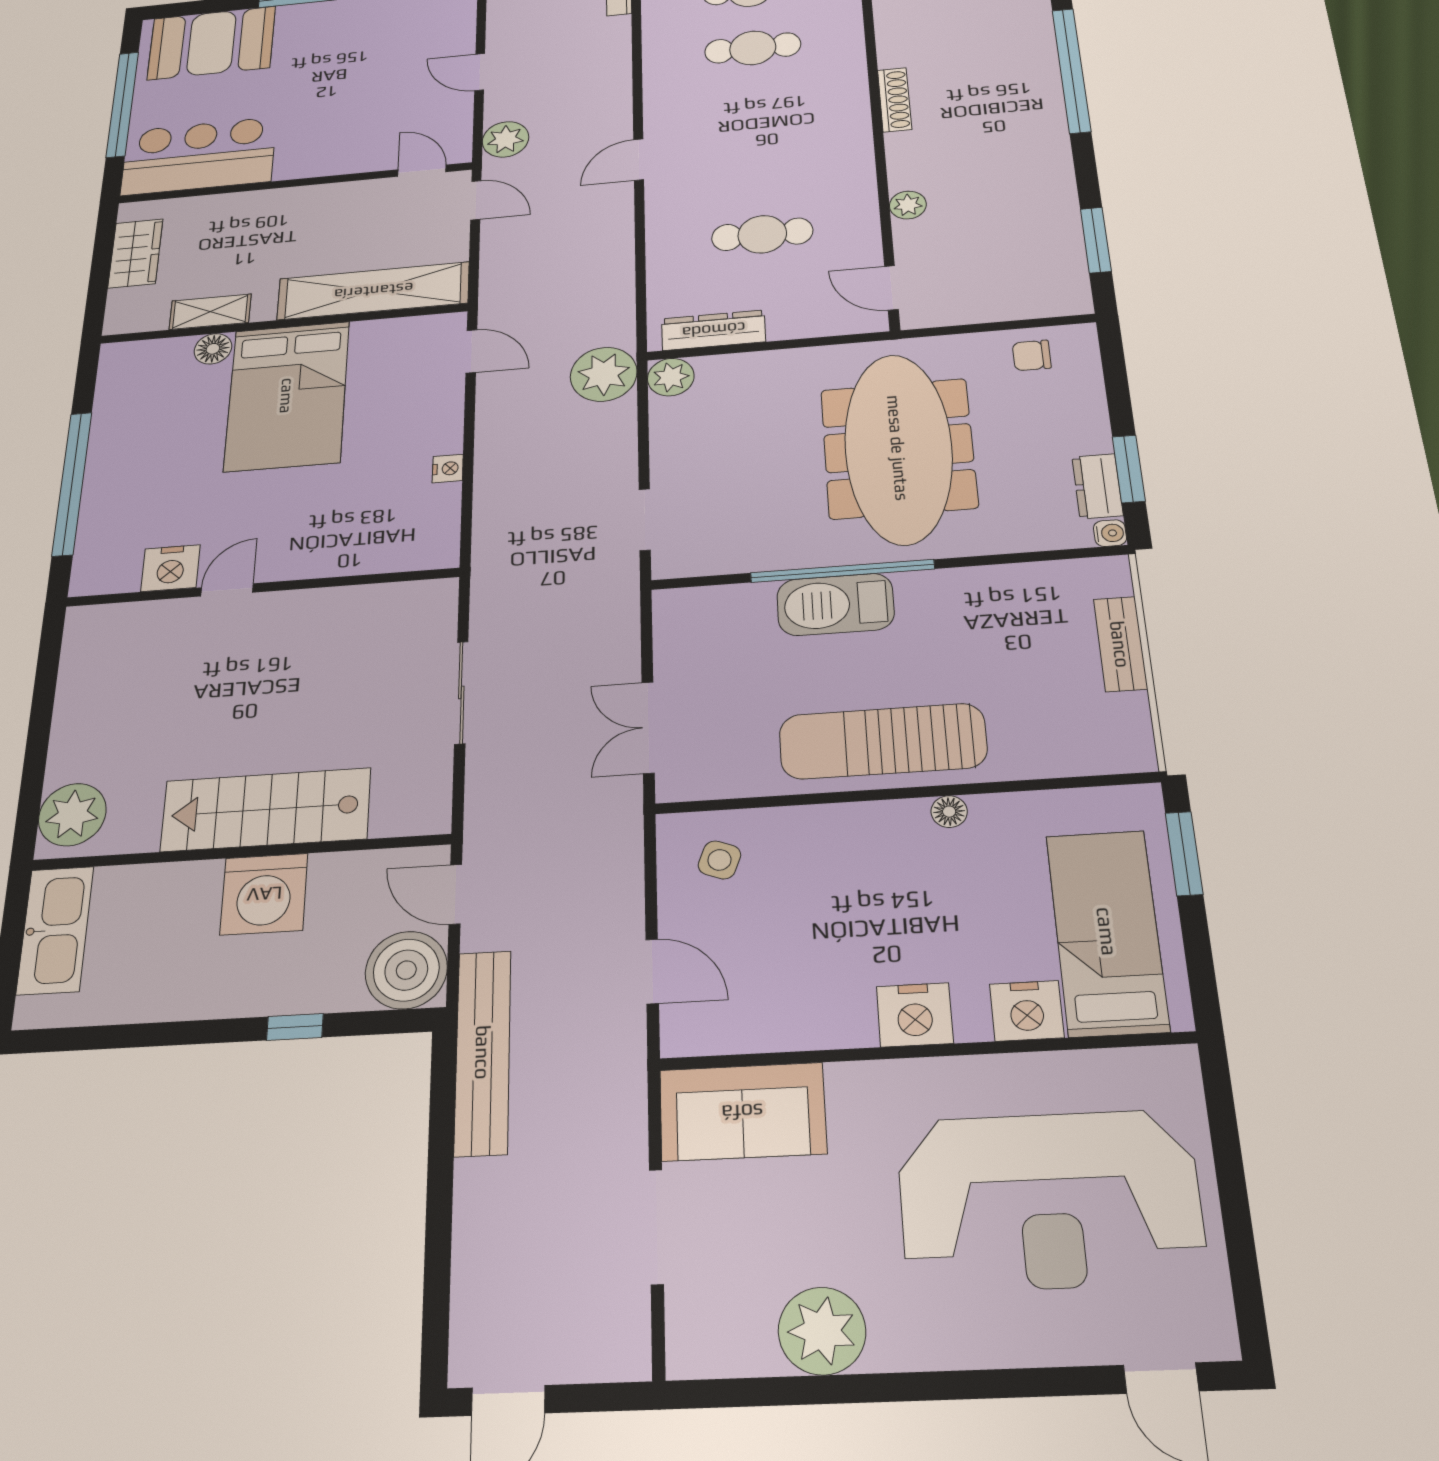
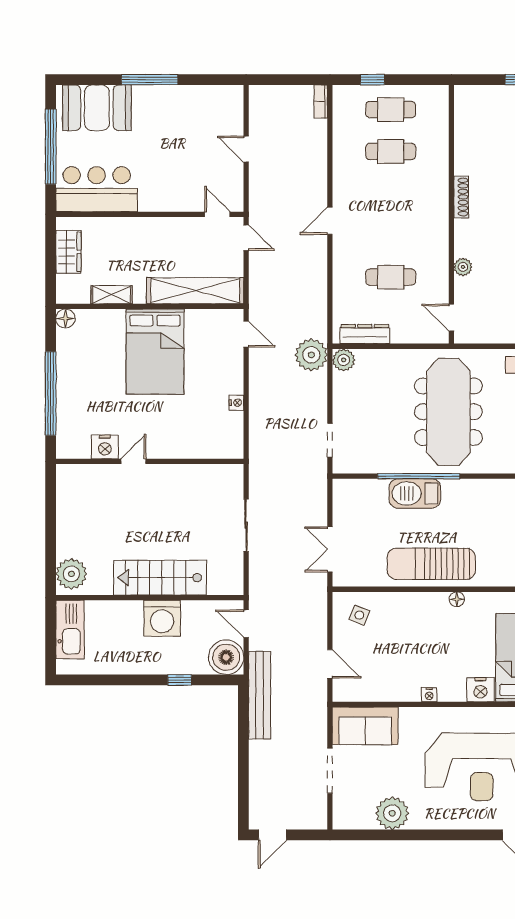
plant: (505, 139) -> (261, 198), removed
floor lamp: (213, 349) -> (65, 319), moved
nightstand: (915, 1015) -> (429, 695), width x0.53, depth x0.56

